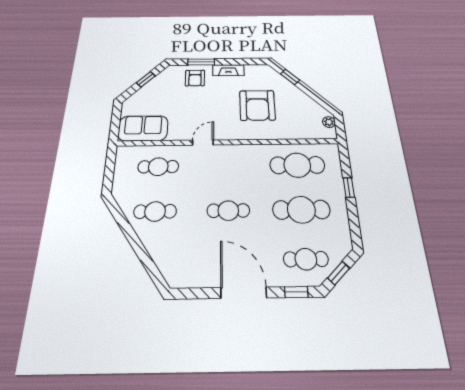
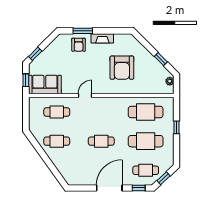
window: (290, 77) -> (161, 59), moved
window: (146, 79) -> (35, 54), moved
window: (115, 123) -> (26, 80), added
door: (244, 293) -> (109, 188), hinge flipped

